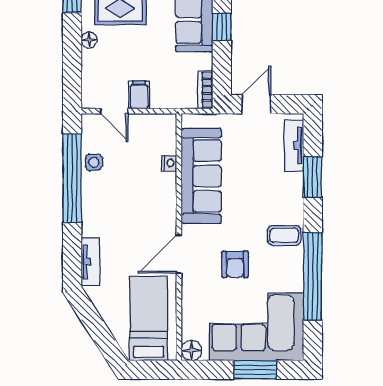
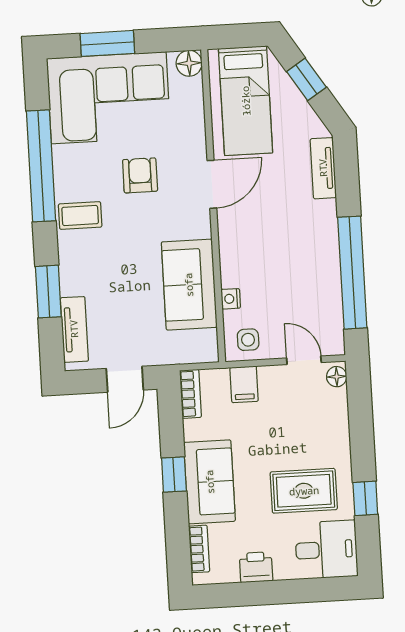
floor lamp: (89, 40) -> (337, 377), moved
filing cabinet: (139, 95) -> (244, 384), moved
side table: (94, 162) -> (248, 340), moved
sofa: (201, 176) -> (189, 285), width x0.73
window: (100, 332) -> (306, 79), added

